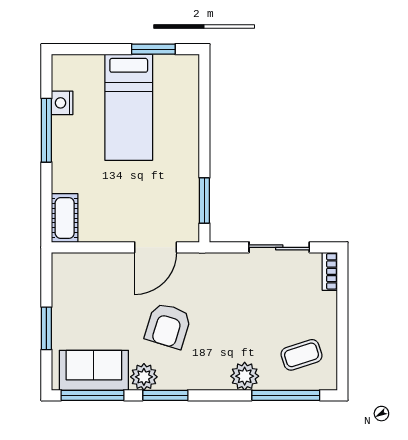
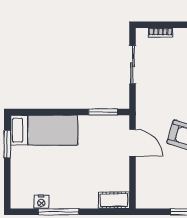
bed: (129, 107) -> (44, 130), moved
bookcase: (330, 271) -> (161, 33), moved

